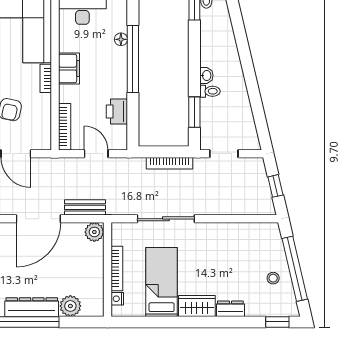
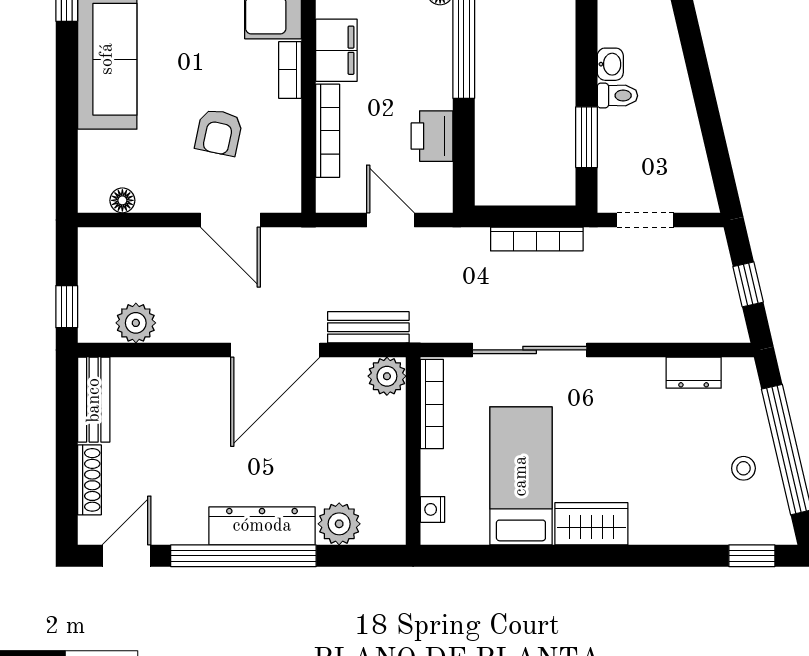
bookcase: (65, 127) -> (328, 131), moved
bookcase: (117, 268) -> (432, 404), moved
dresser: (230, 309) -> (694, 373), moved, turned 180

